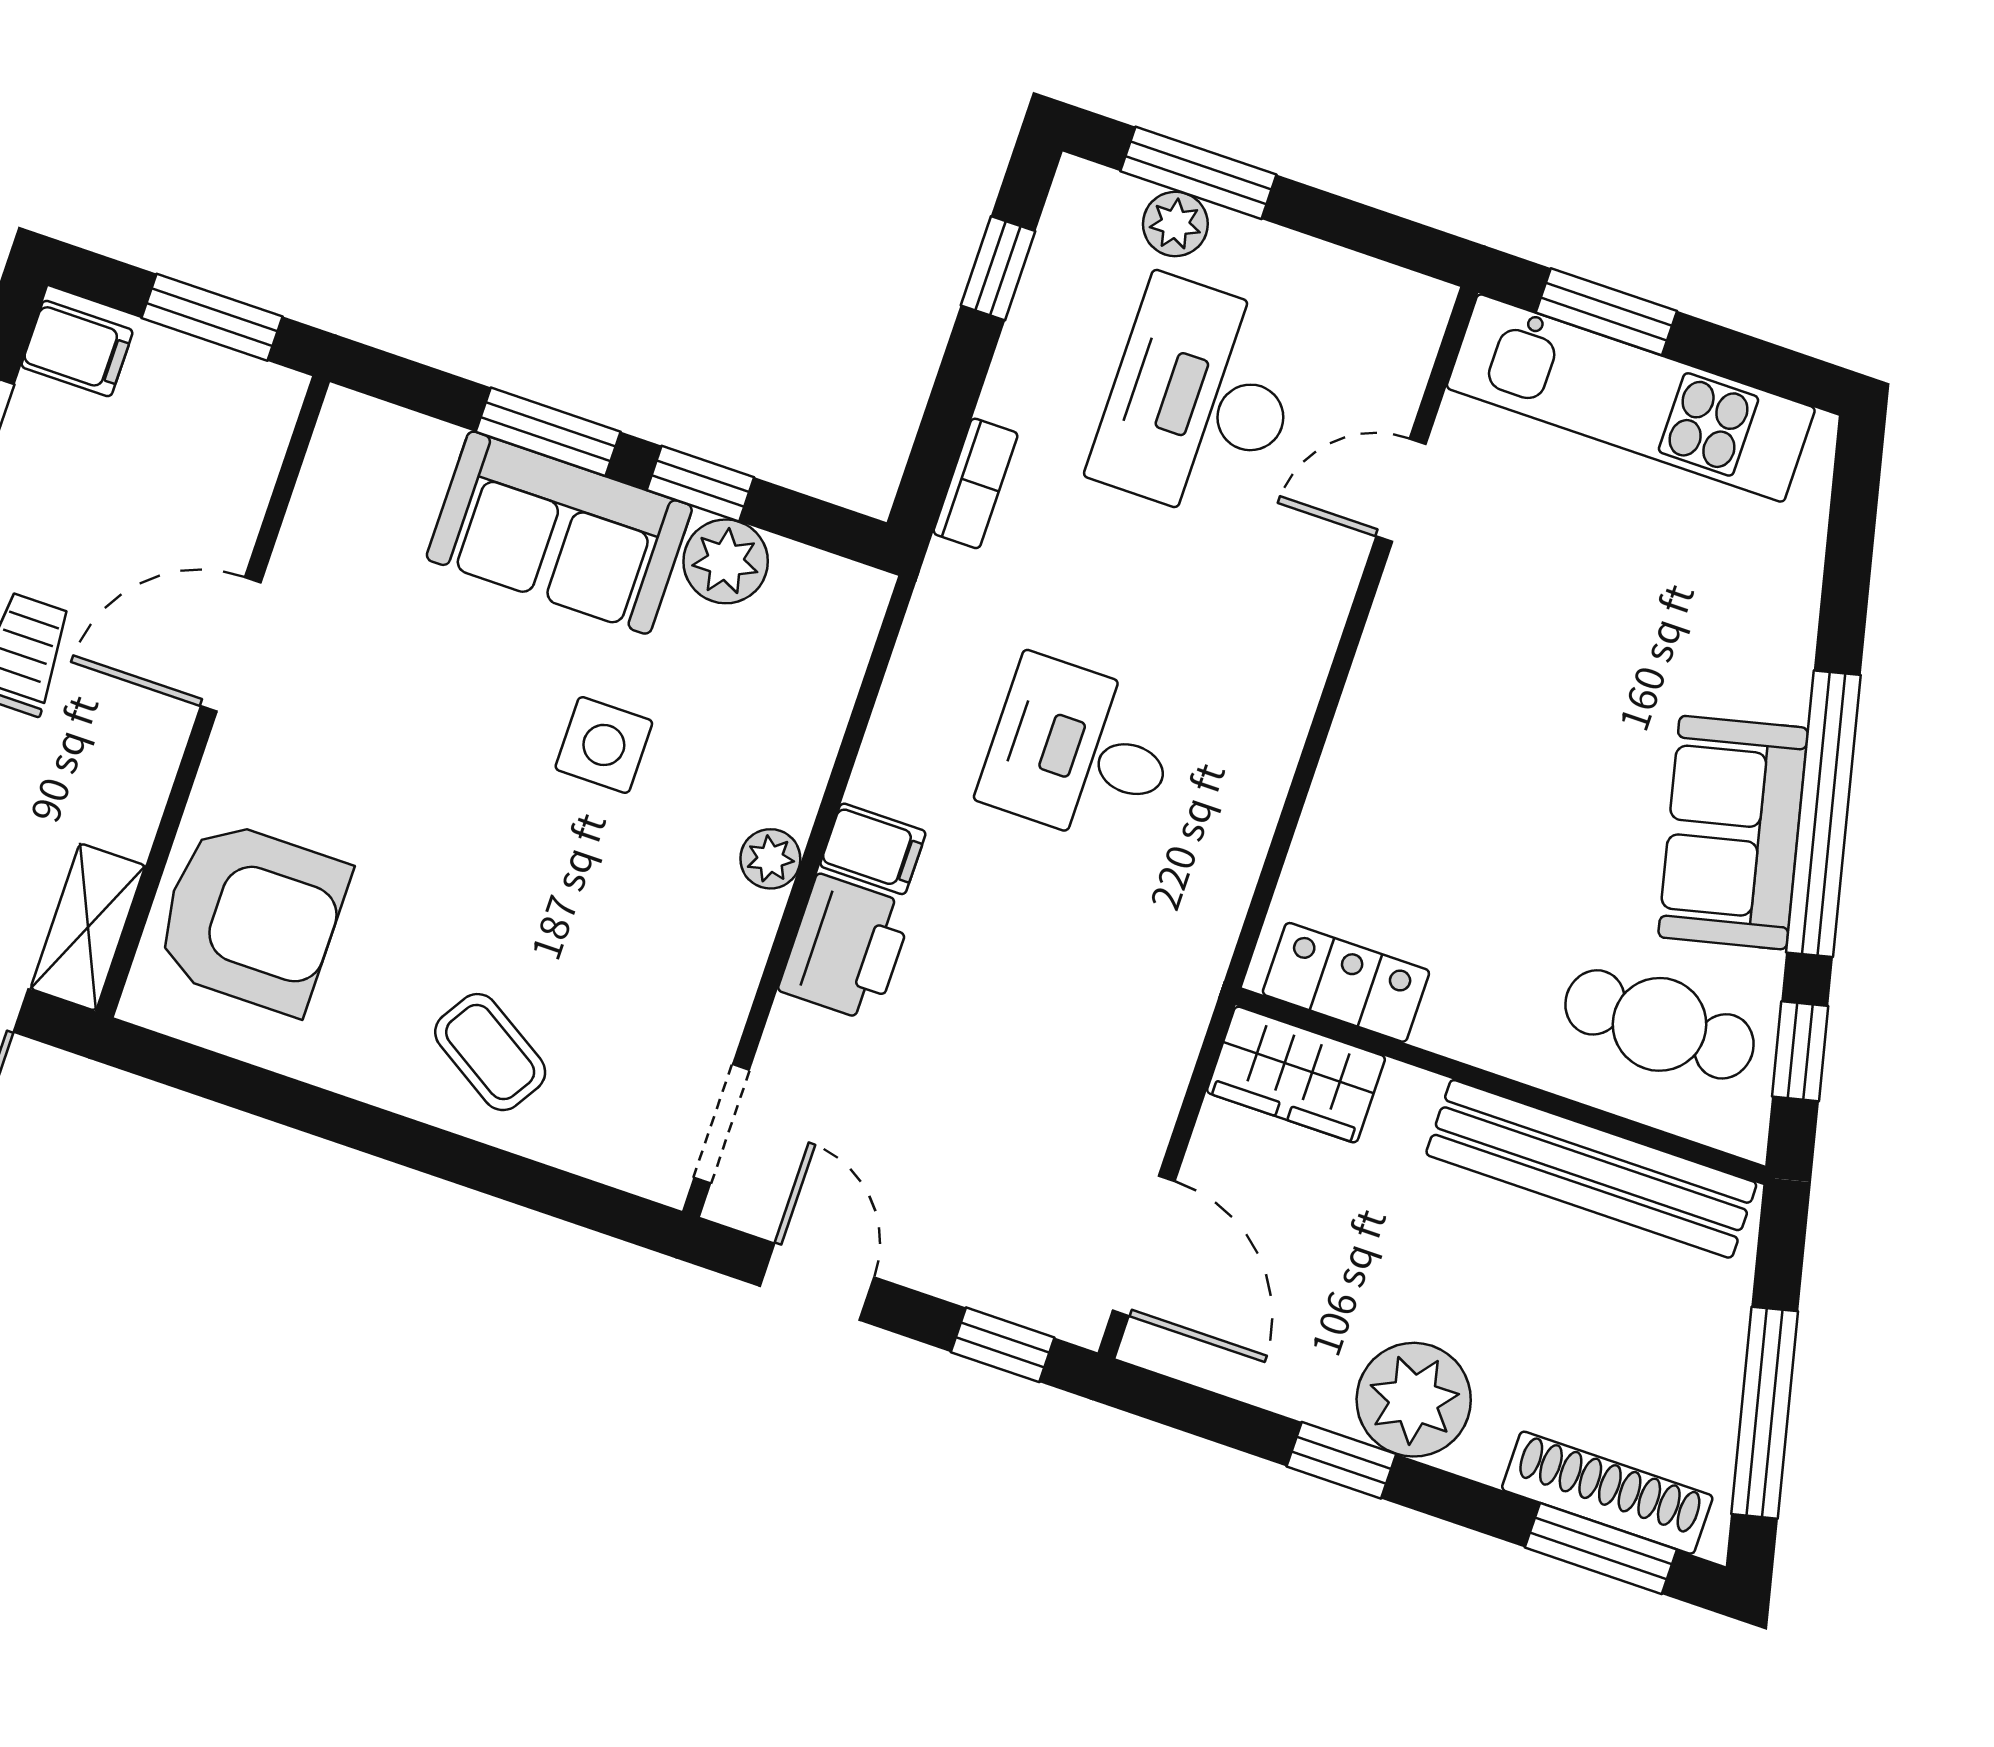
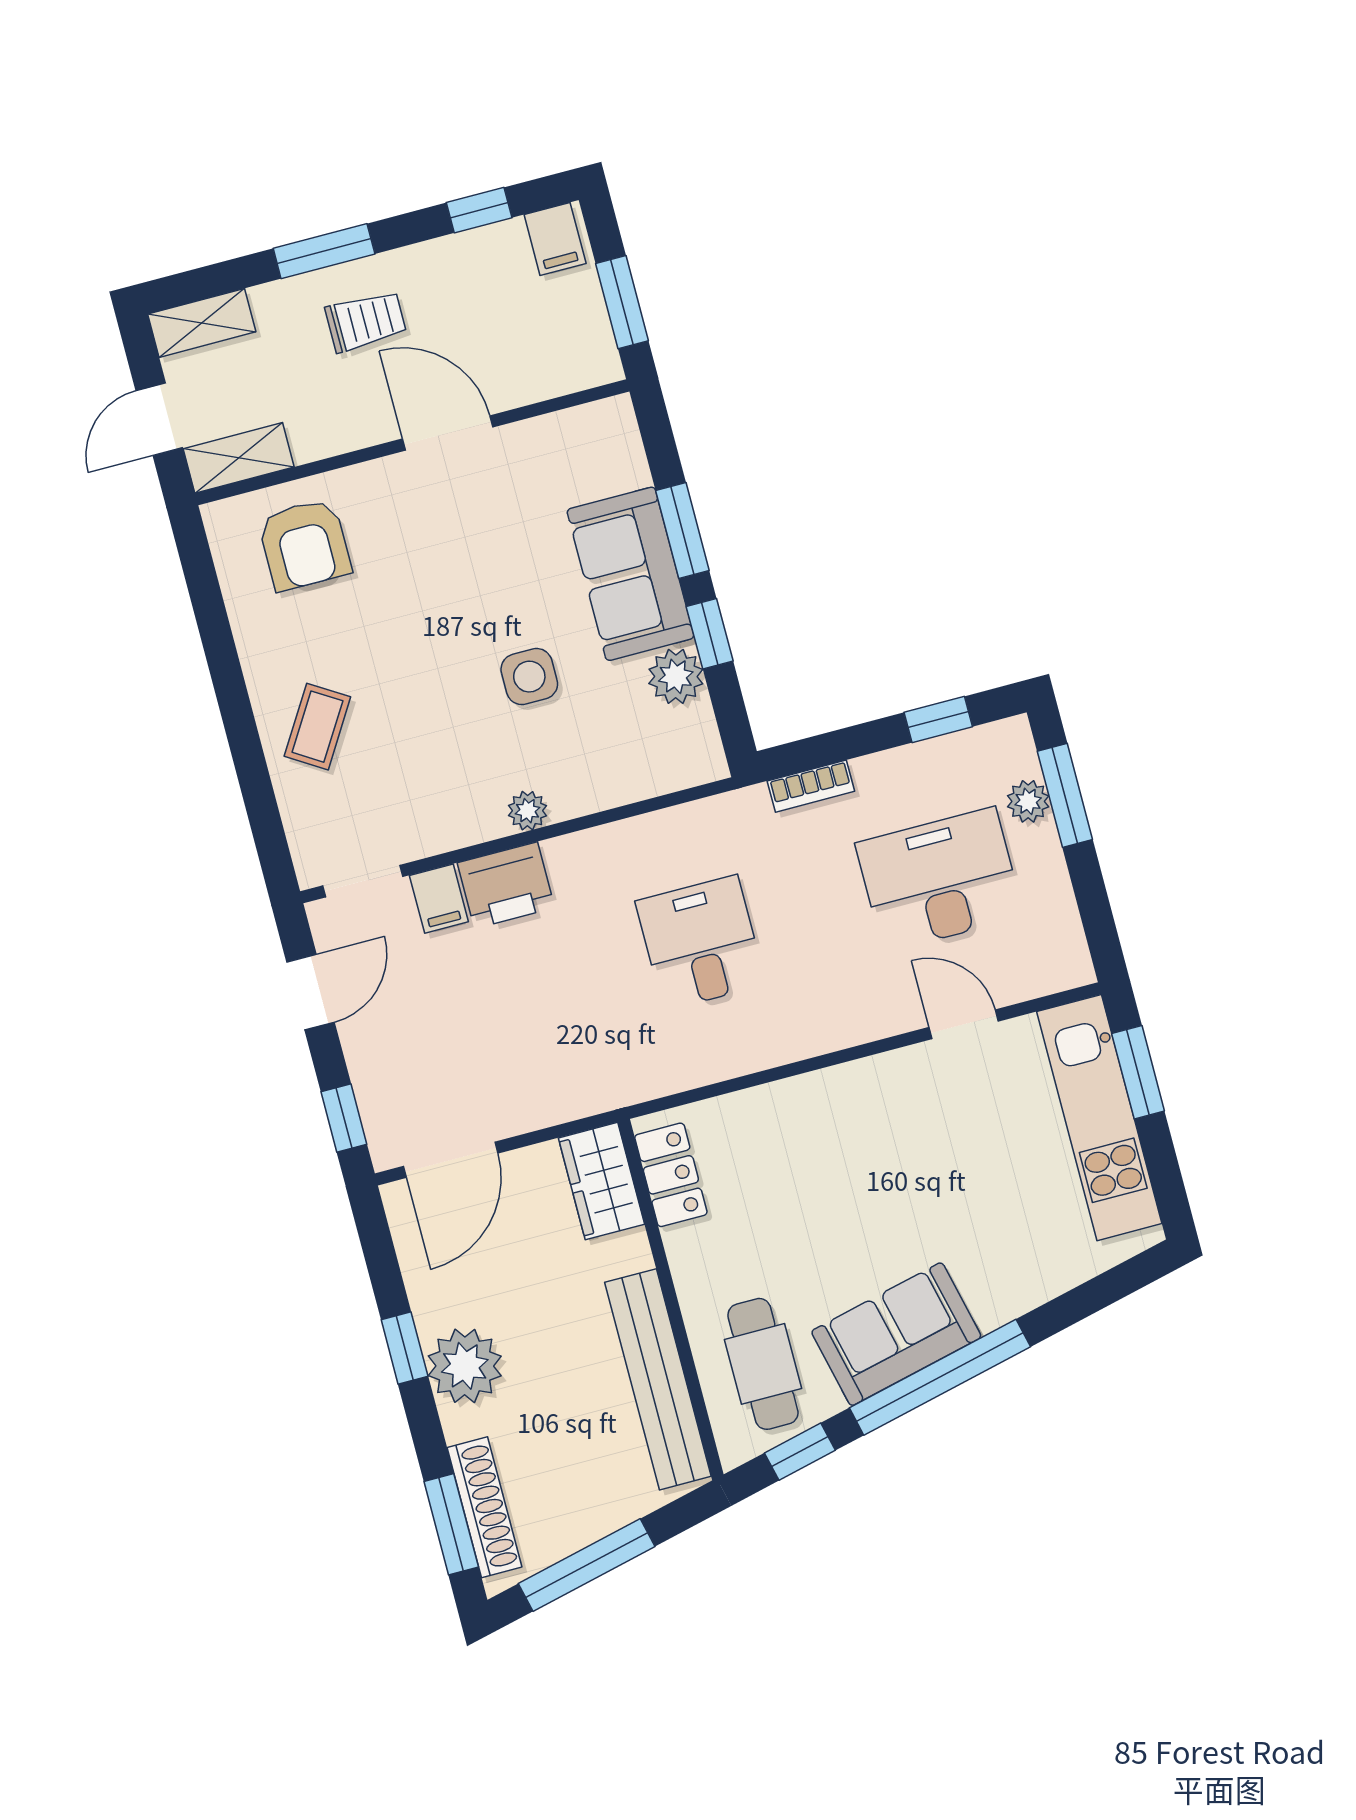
filing cabinet: (873, 849) -> (439, 899), moved
armchair: (251, 917) -> (305, 545), width x0.73, depth x0.73

